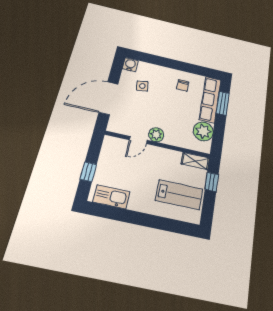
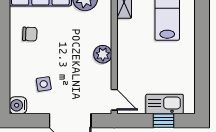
door: (138, 140) -> (114, 100), moved
kitchen sink: (111, 197) -> (165, 104), moved, turned 90

